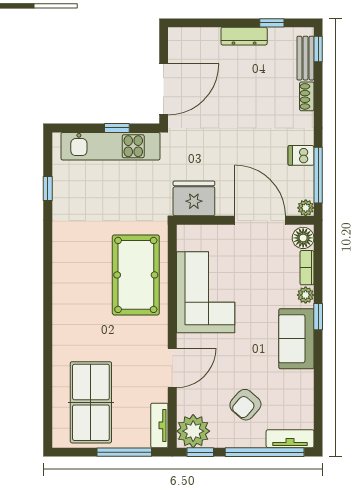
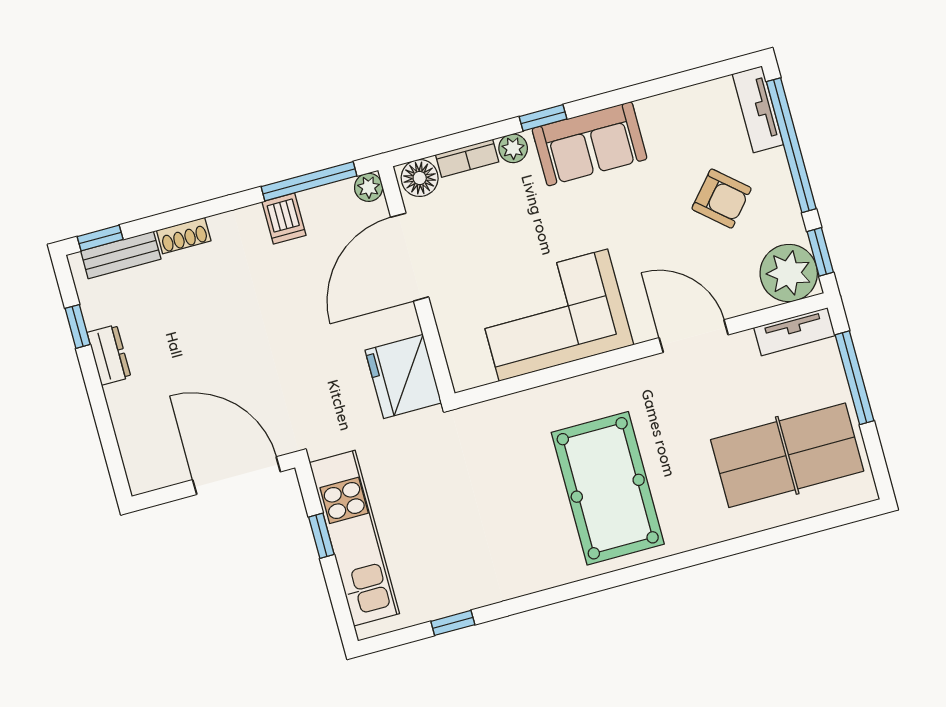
dresser: (244, 36) -> (109, 355), width x0.70
pool table: (136, 275) -> (608, 488), moved, turned 90

